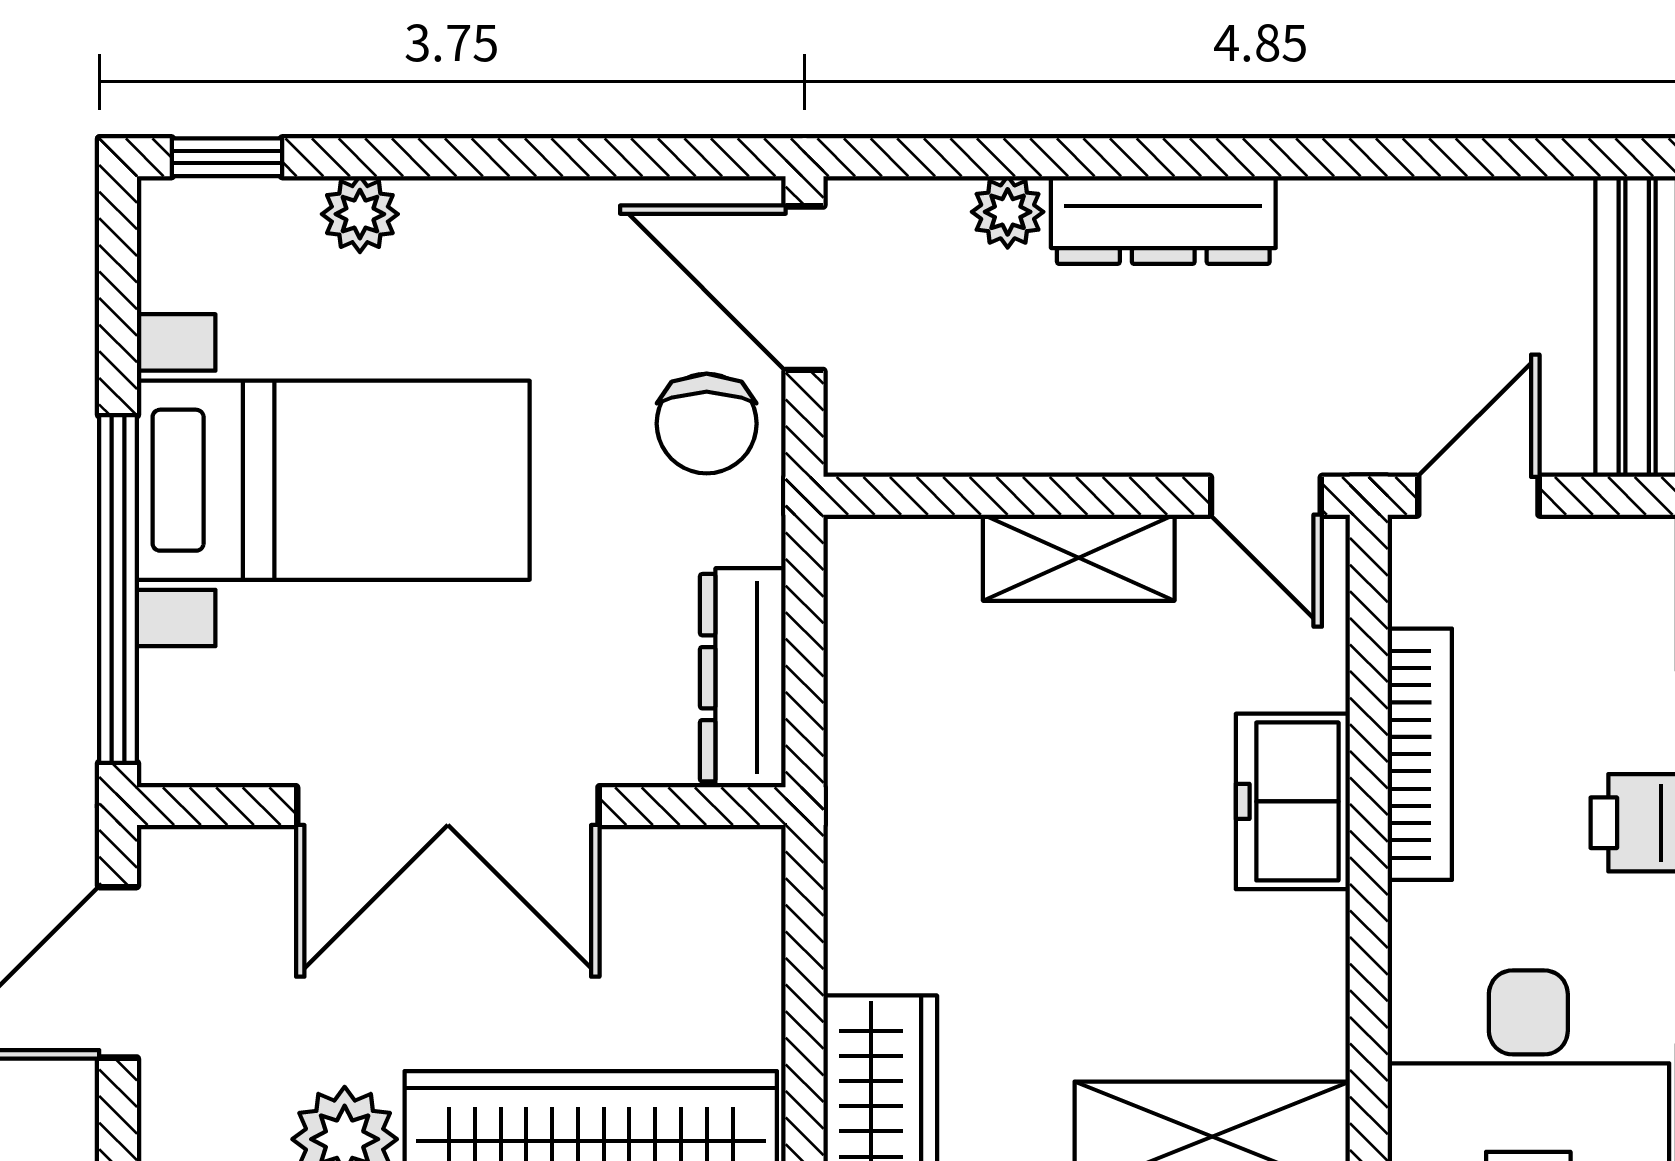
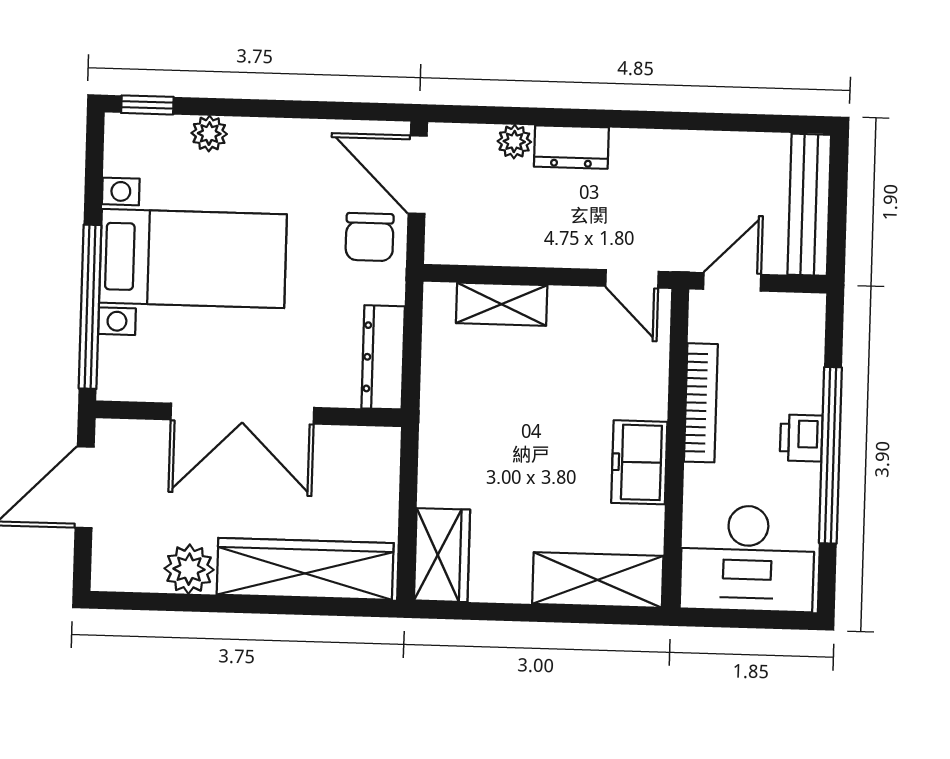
dresser: (1163, 220) -> (571, 147), width x0.70
shelving: (1079, 558) -> (502, 304), moved
freezer: (1293, 801) -> (639, 462), moved

